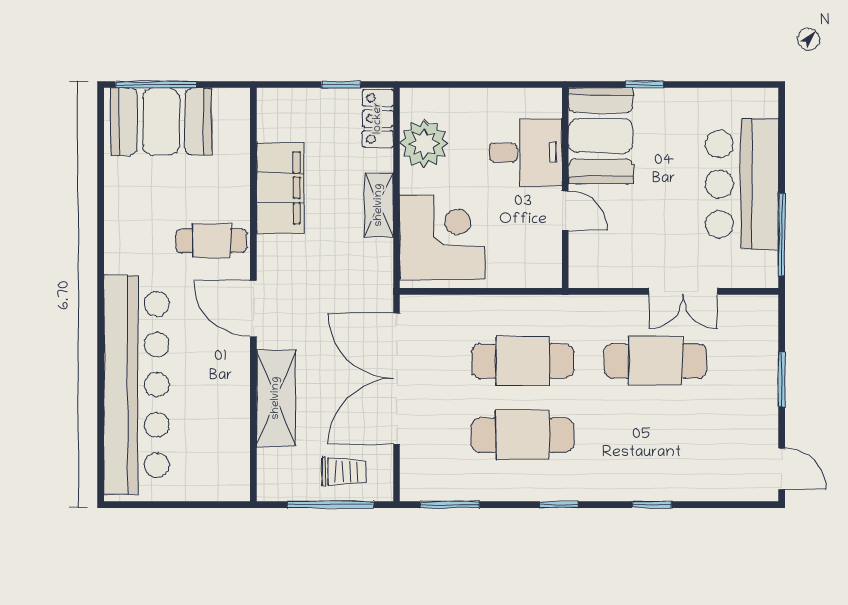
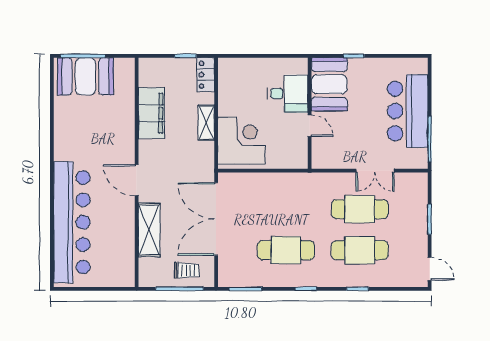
plant: (424, 144) -> (231, 89), removed
cafe table: (211, 241) -> (113, 143), removed
cafe table: (523, 361) -> (360, 250), moved

